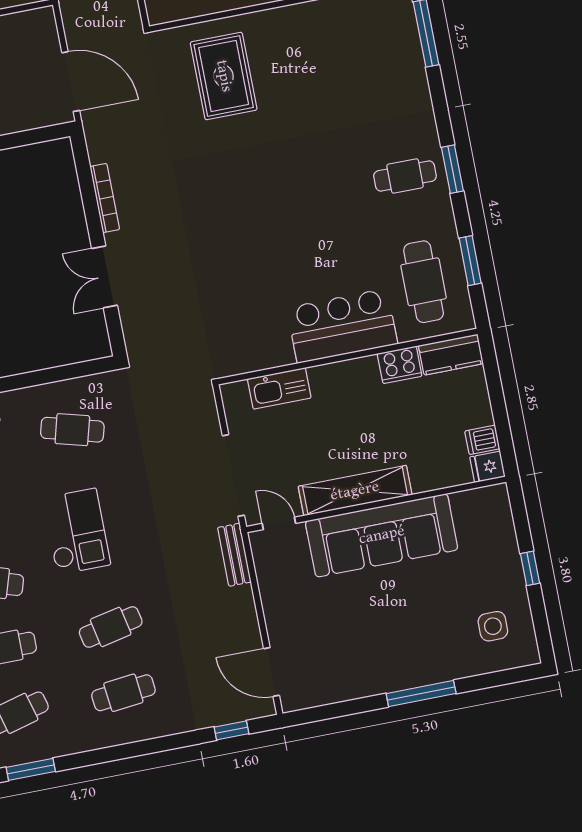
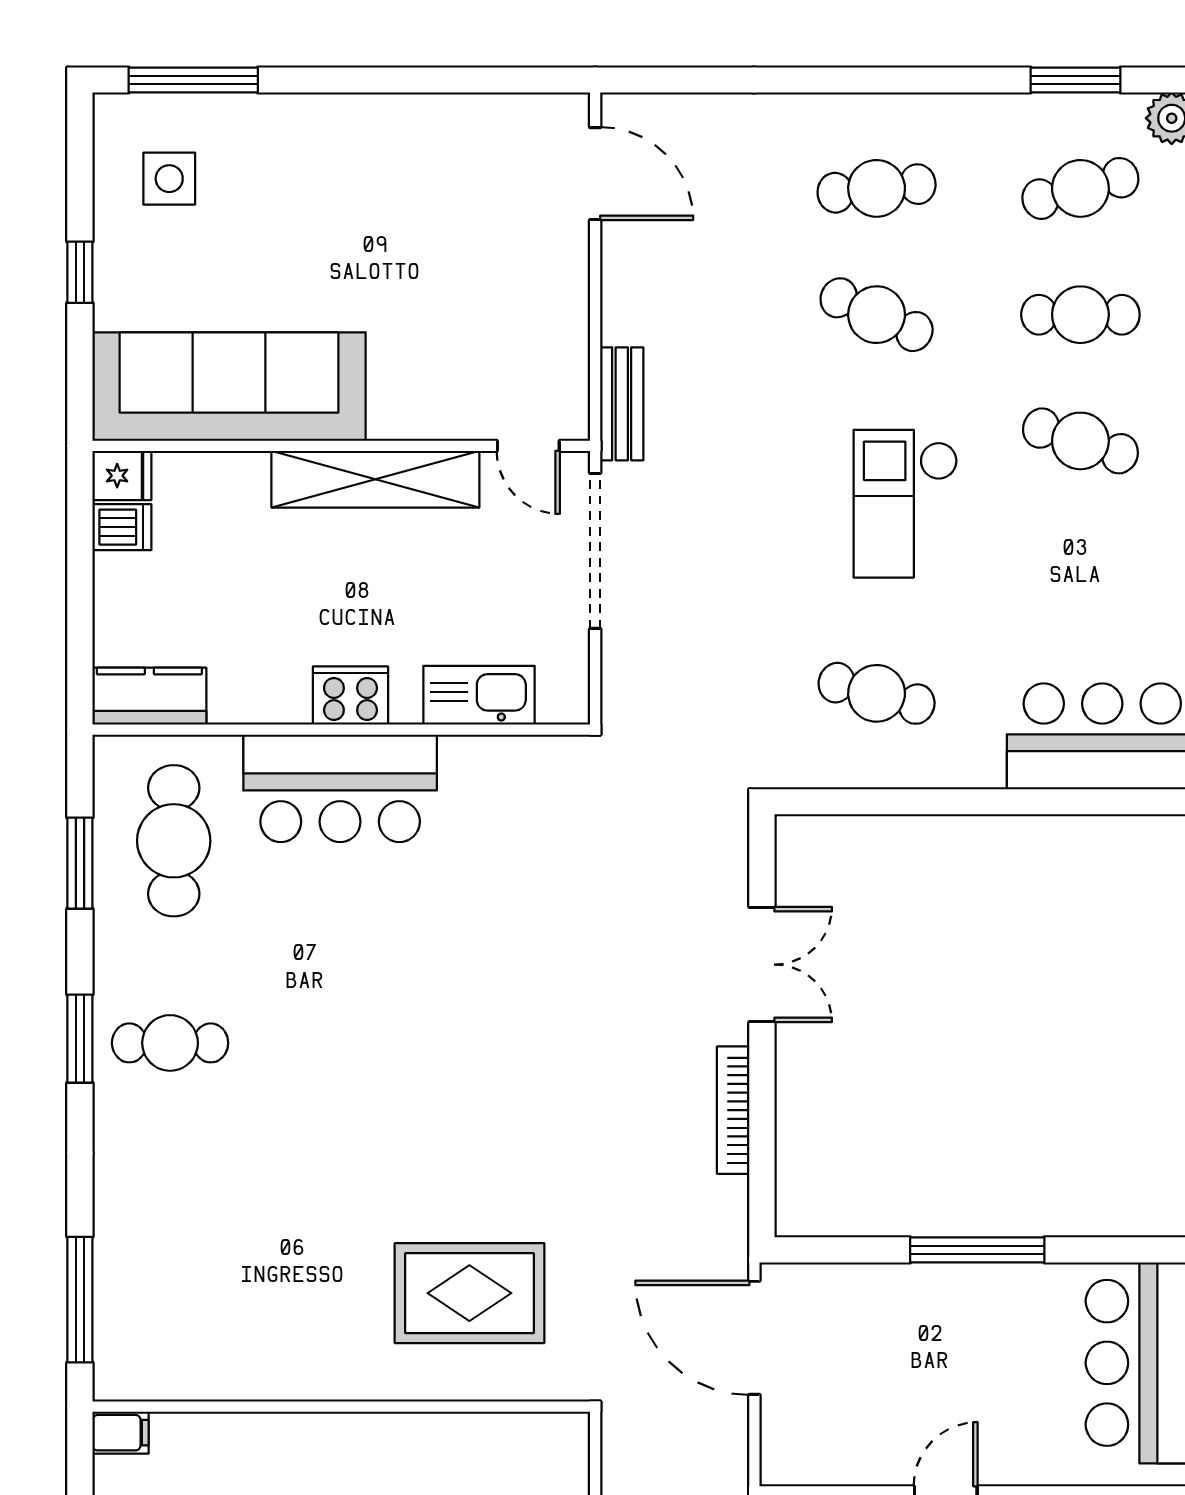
rug: (224, 76) -> (469, 1293), turned 90
cooker: (400, 365) -> (350, 696), moved
sofa: (382, 535) -> (229, 387), moved
cafe table: (111, 627) -> (877, 315), turned 36
window: (421, 694) -> (193, 80), moved
window: (232, 730) -> (690, 80), removed

